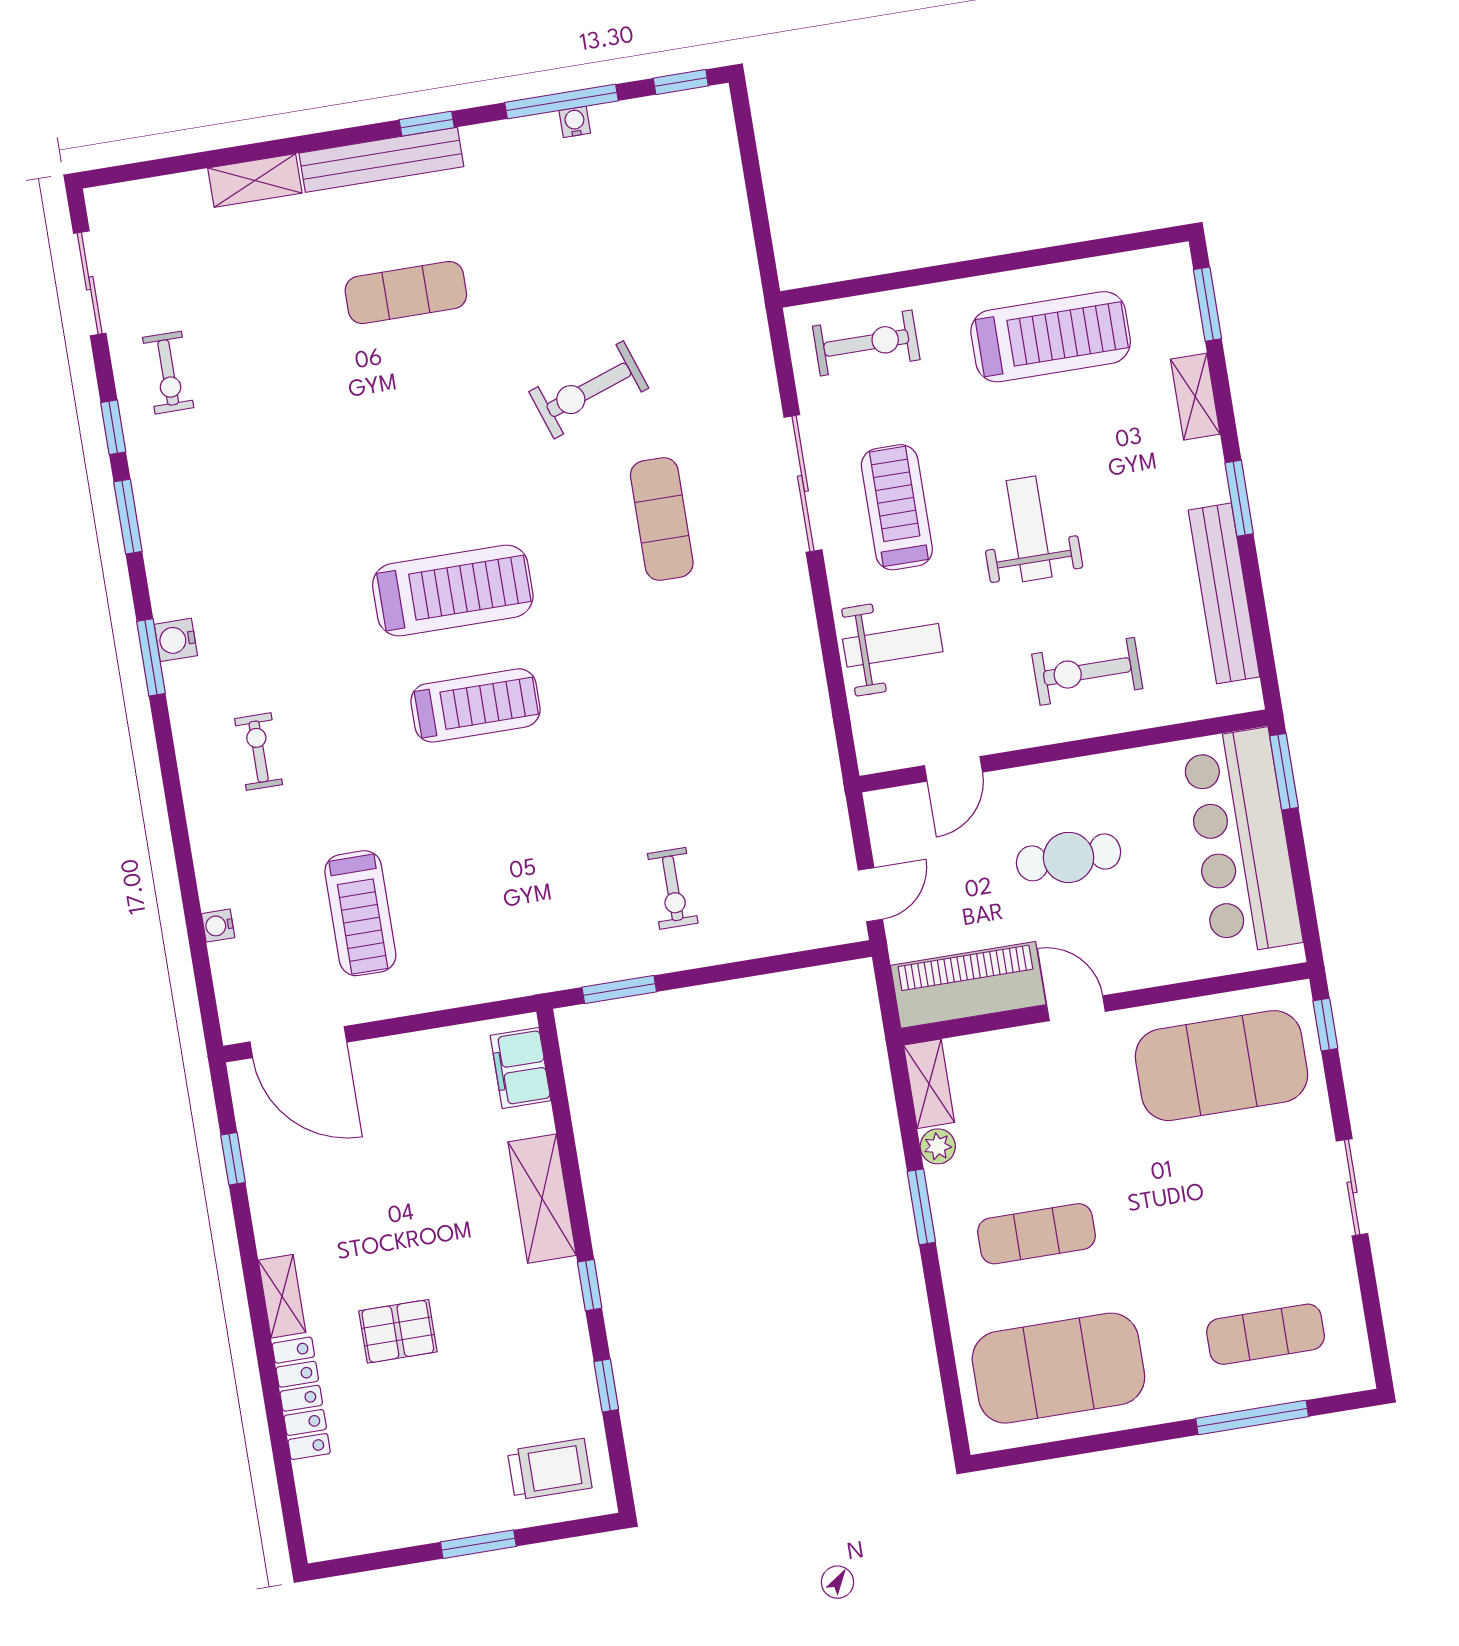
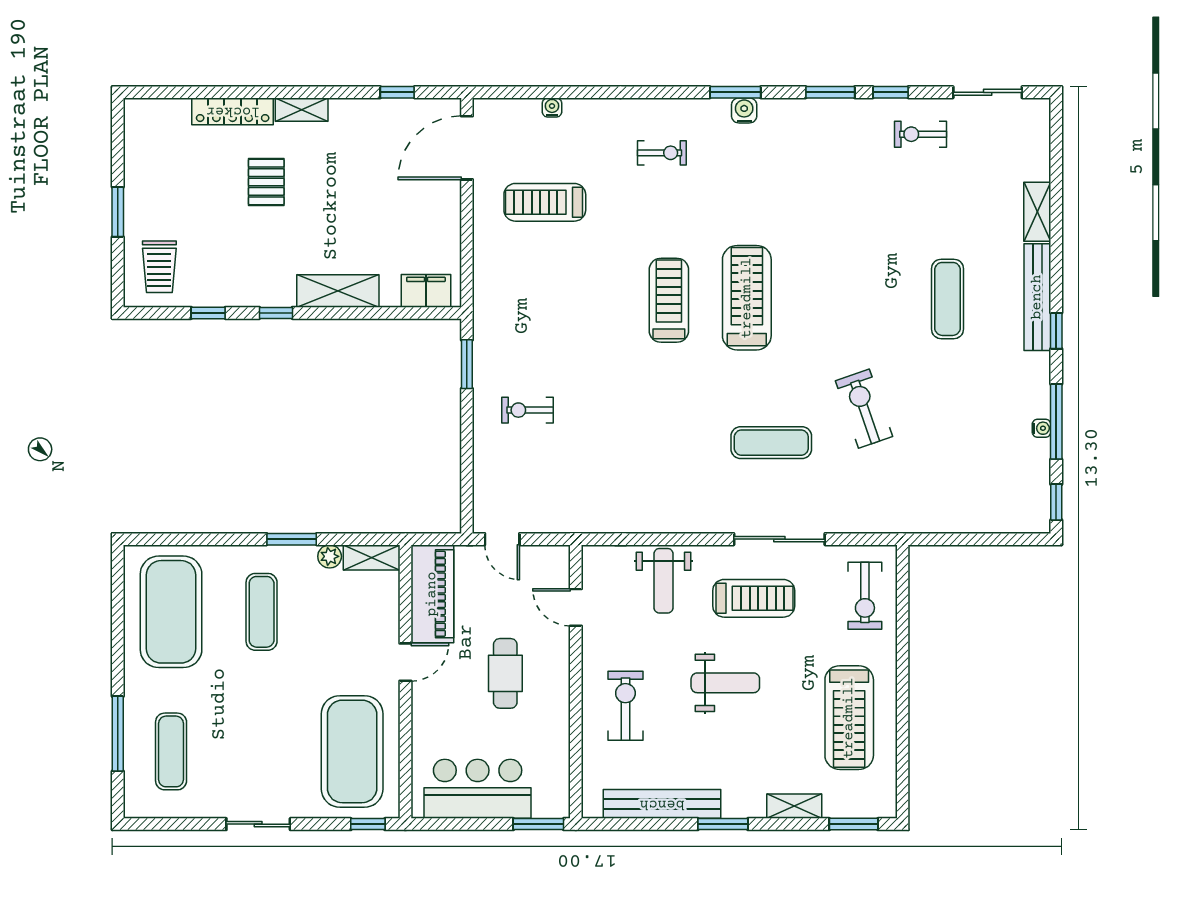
treadmill: (453, 590) -> (747, 298), turned 180
treadmill: (475, 705) -> (669, 300), turned 180
bar counter: (1242, 842) -> (478, 789), width x0.73

